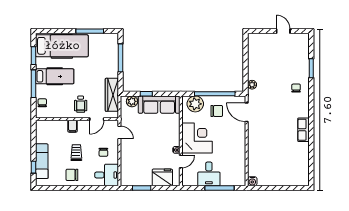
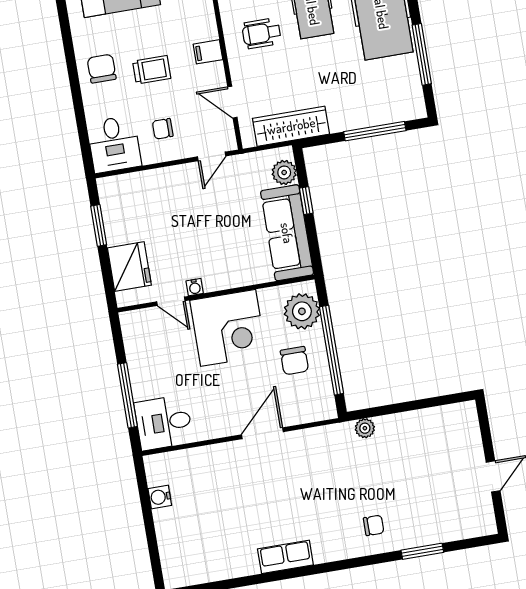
wheelchair: (81, 104) -> (261, 33), moved
door: (247, 112) -> (262, 433), moved
desk: (209, 174) -> (164, 423), moved
water cooler: (252, 181) -> (160, 497), moved

